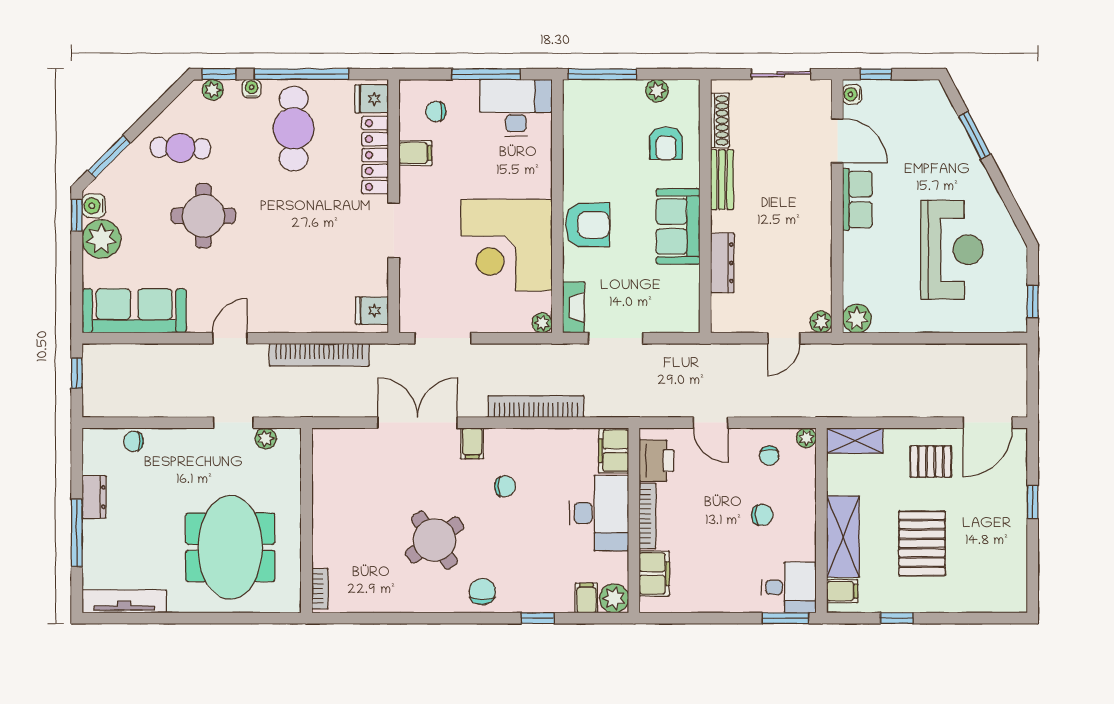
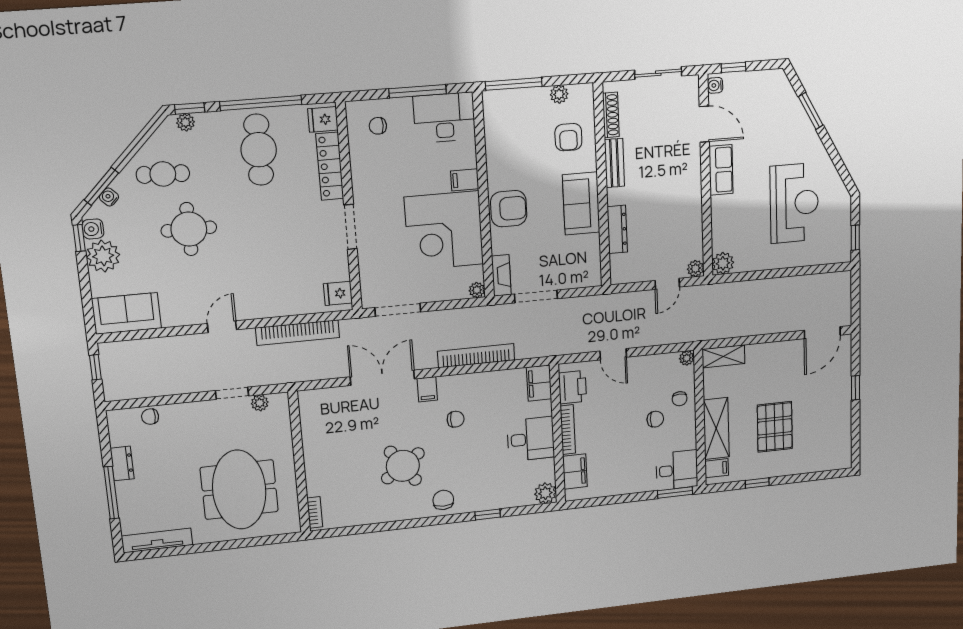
water cooler: (252, 89) -> (109, 197), moved, turned -45
filing cabinet: (415, 153) -> (465, 180), moved, turned 180
sofa: (134, 311) -> (127, 313), width x0.73
chair: (769, 456) -> (680, 399), moved
pallet: (931, 462) -> (780, 366), removed
desk: (599, 513) -> (531, 439), width x0.73
filing cabinet: (586, 598) -> (524, 495), removed

